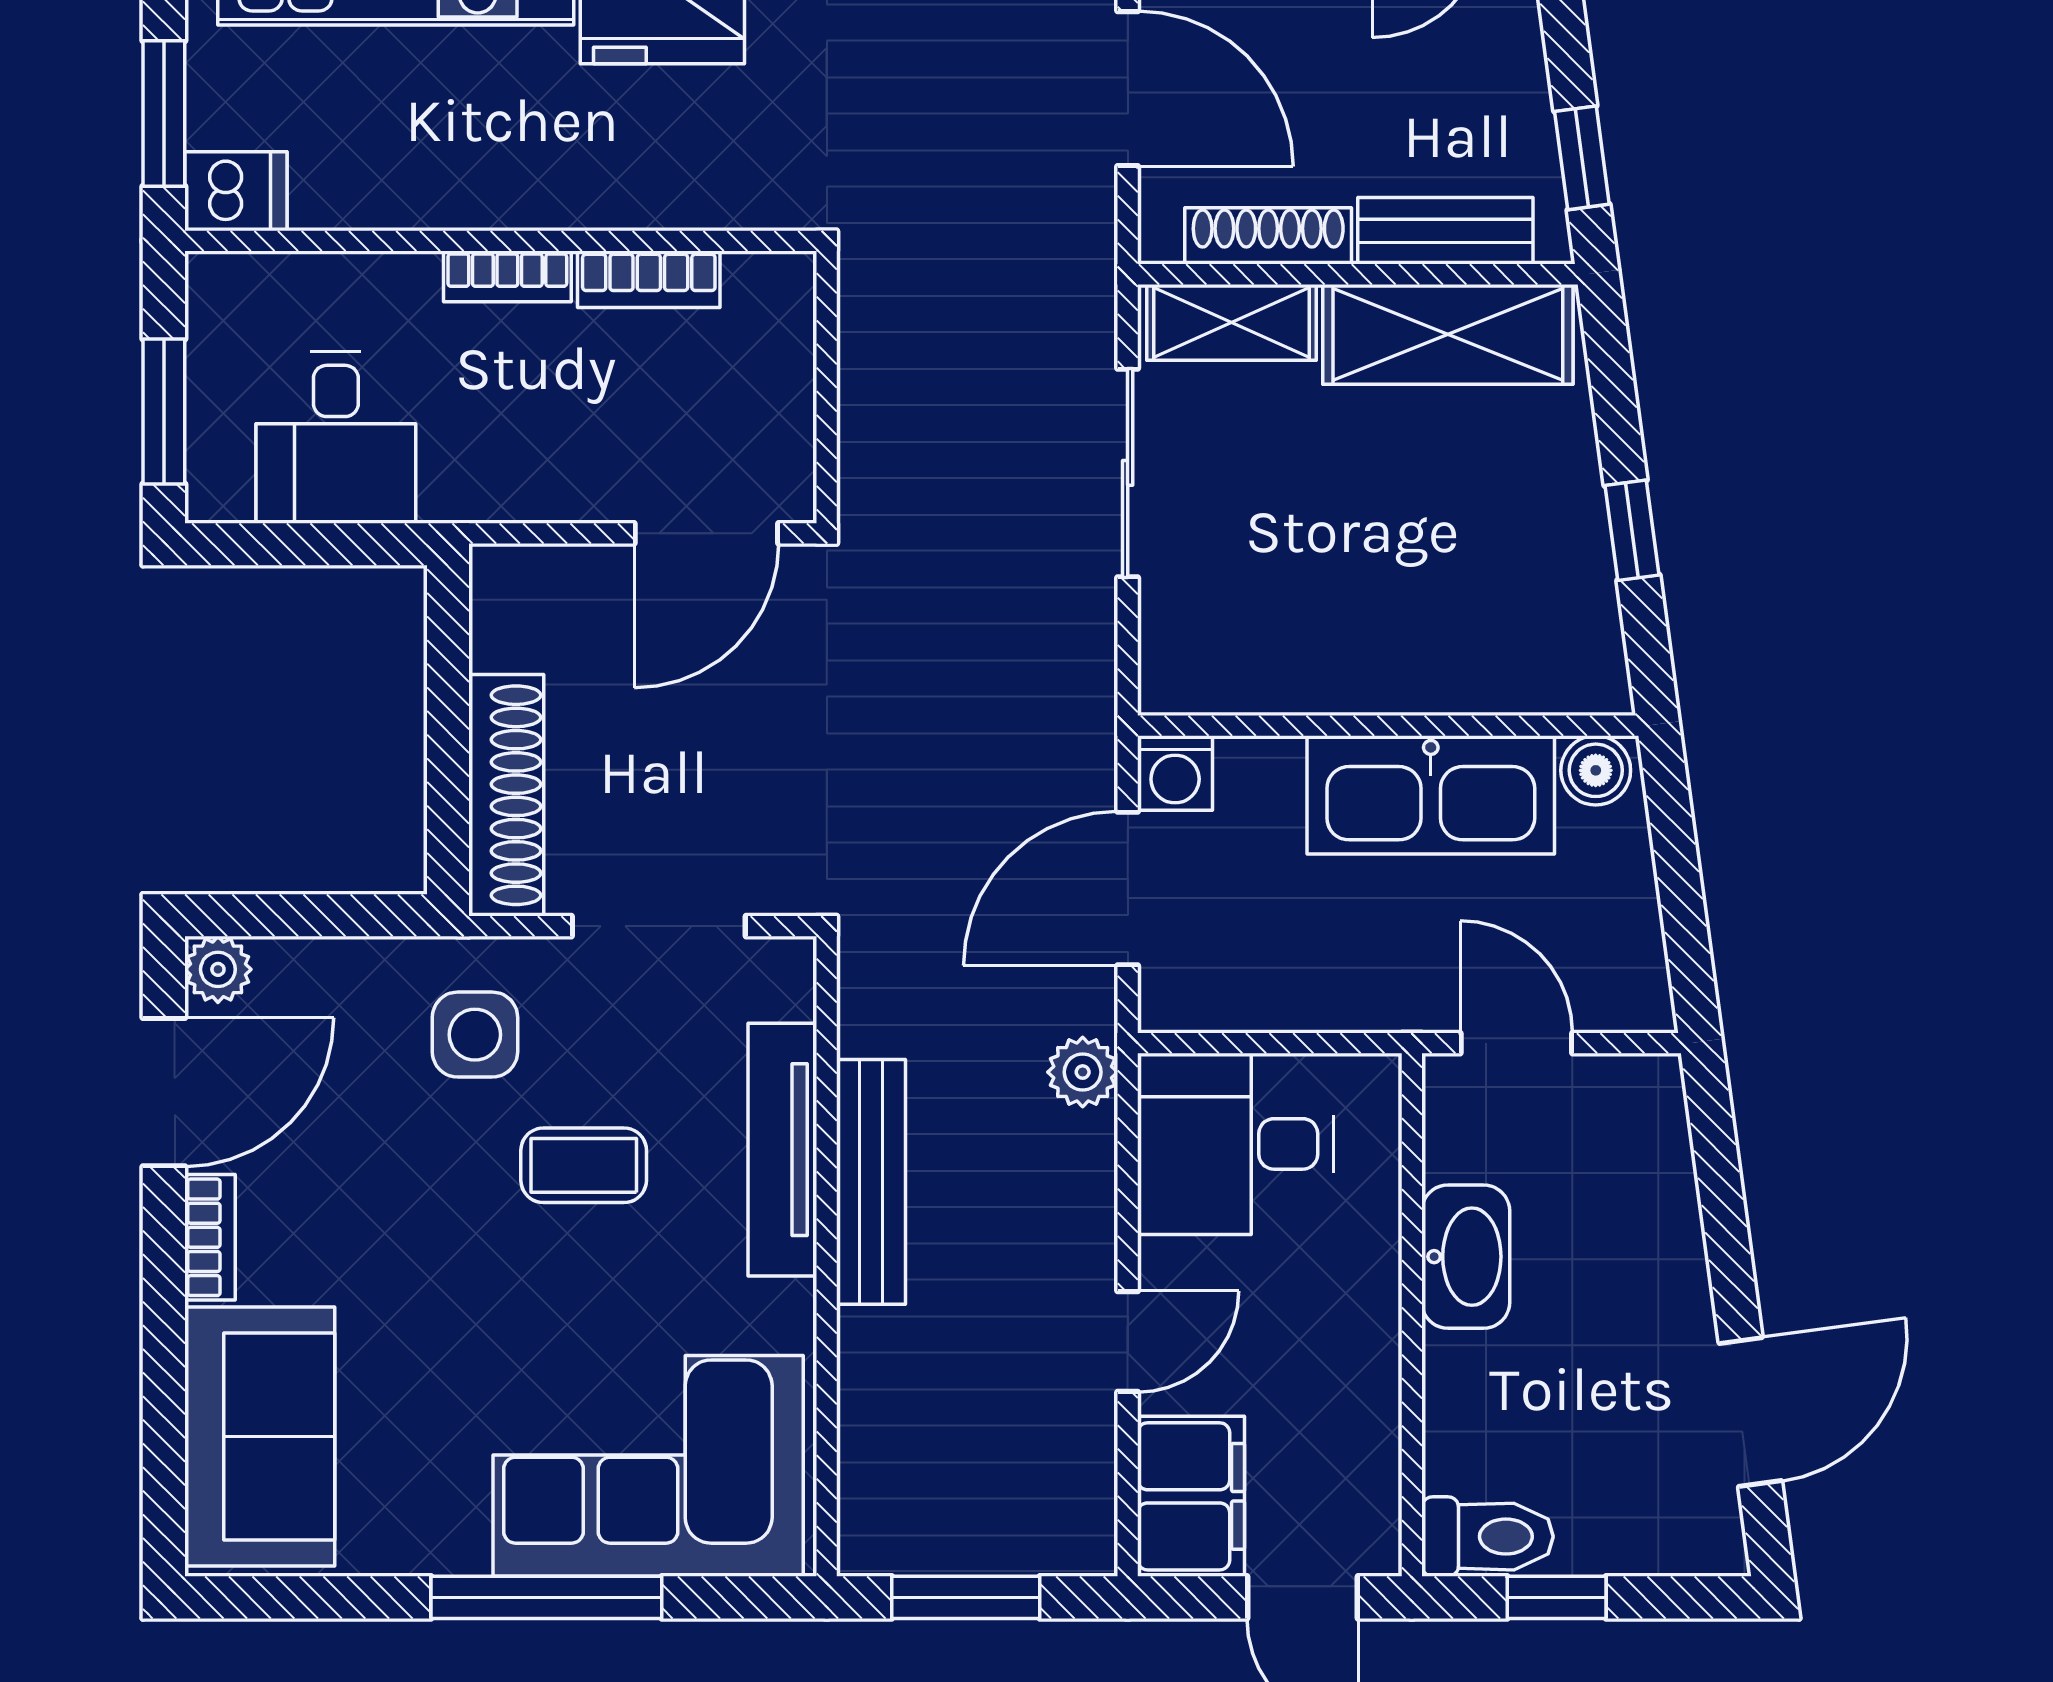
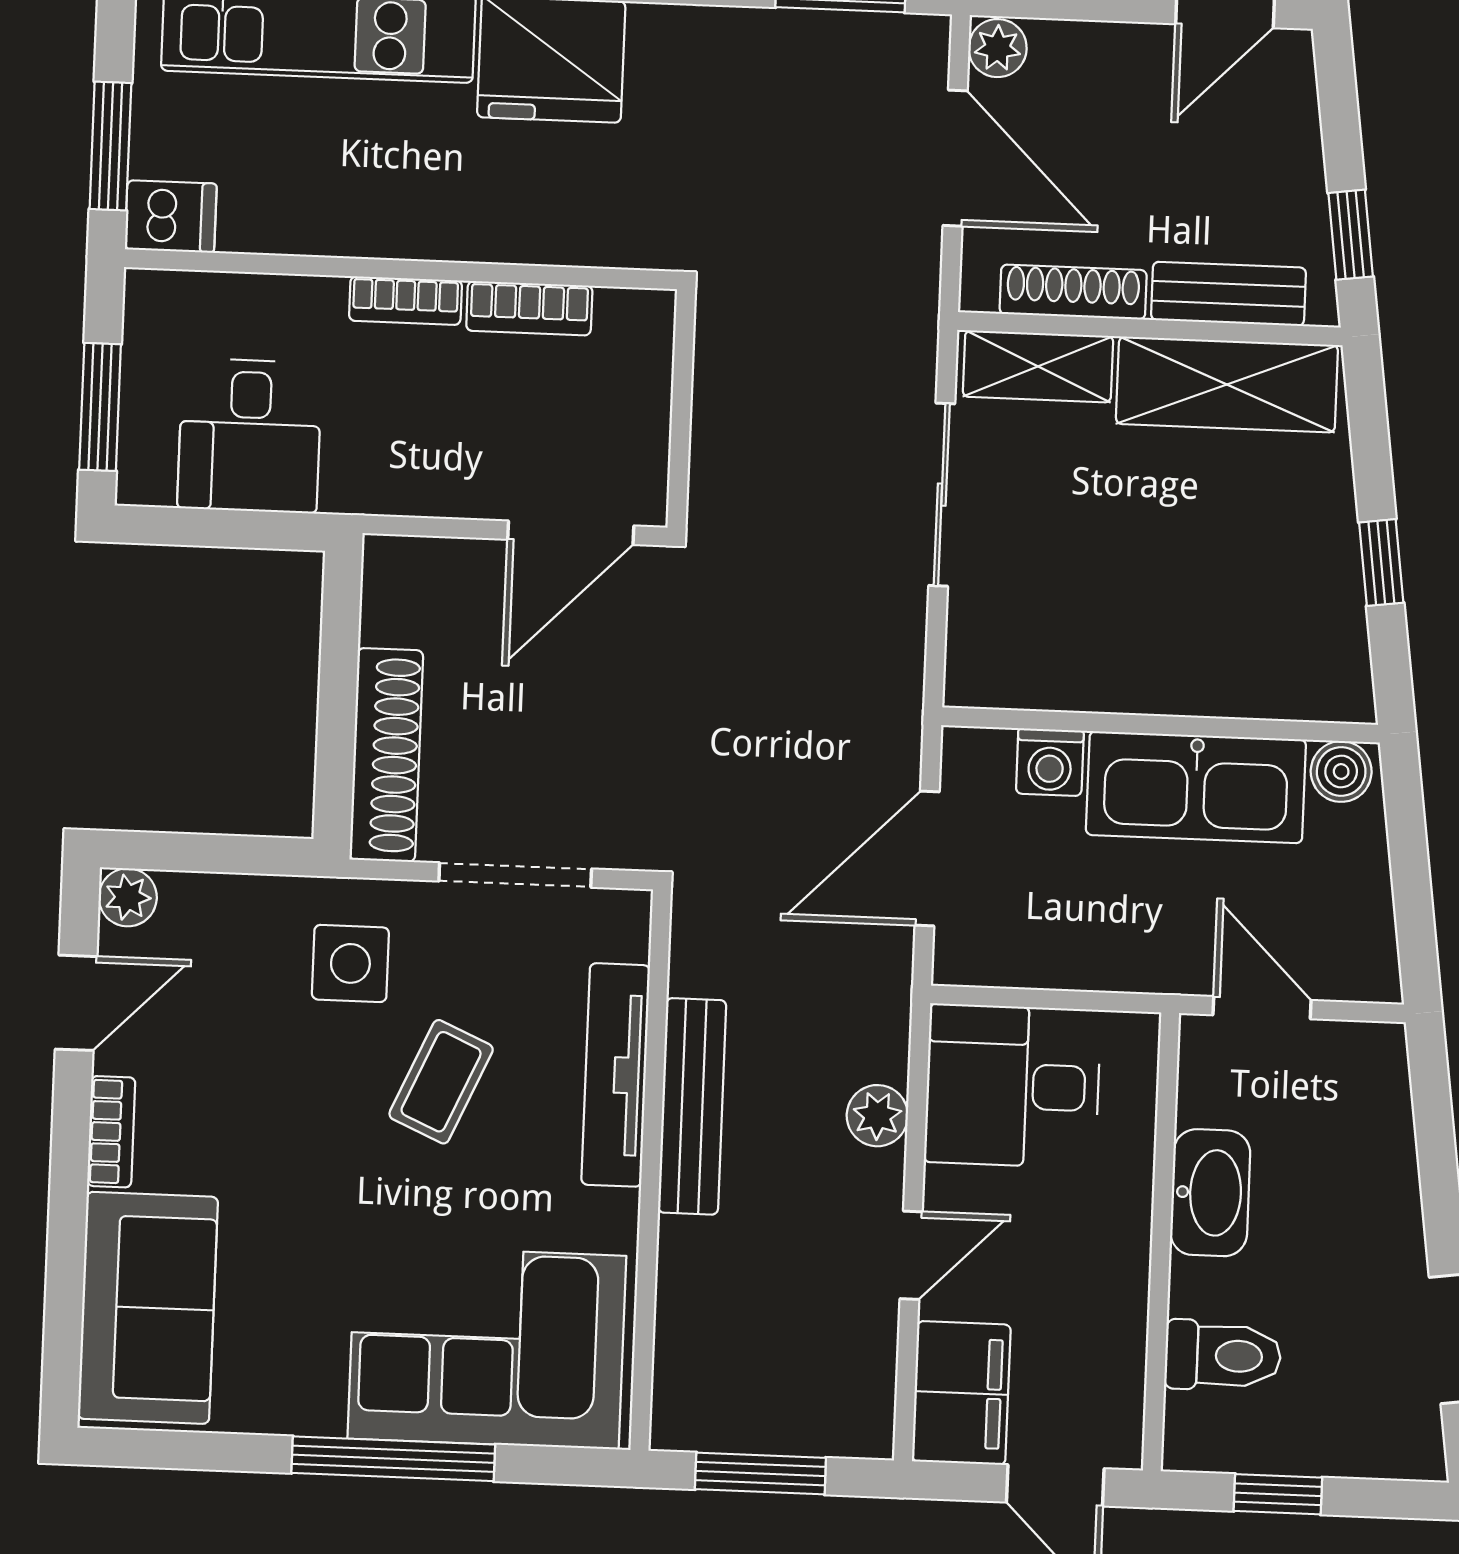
washing machine: (1175, 773) -> (1050, 762), moved
plant: (1083, 1072) -> (877, 1116), moved
door: (164, 1092) -> (76, 1003), width x0.73
coffee table: (584, 1165) -> (441, 1082), turned -66
toilet: (1488, 1537) -> (1223, 1356), moved

